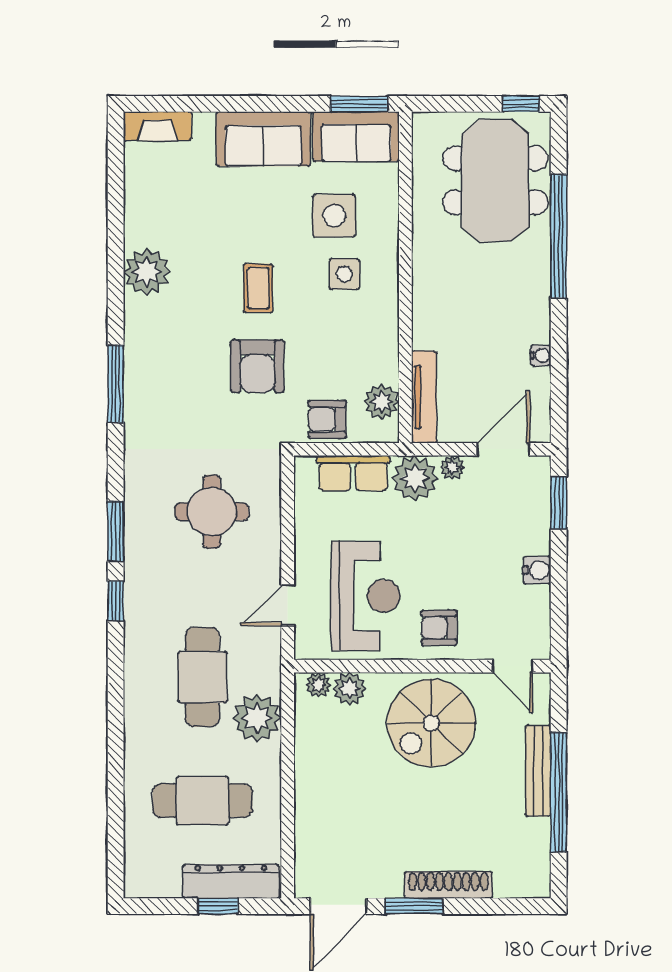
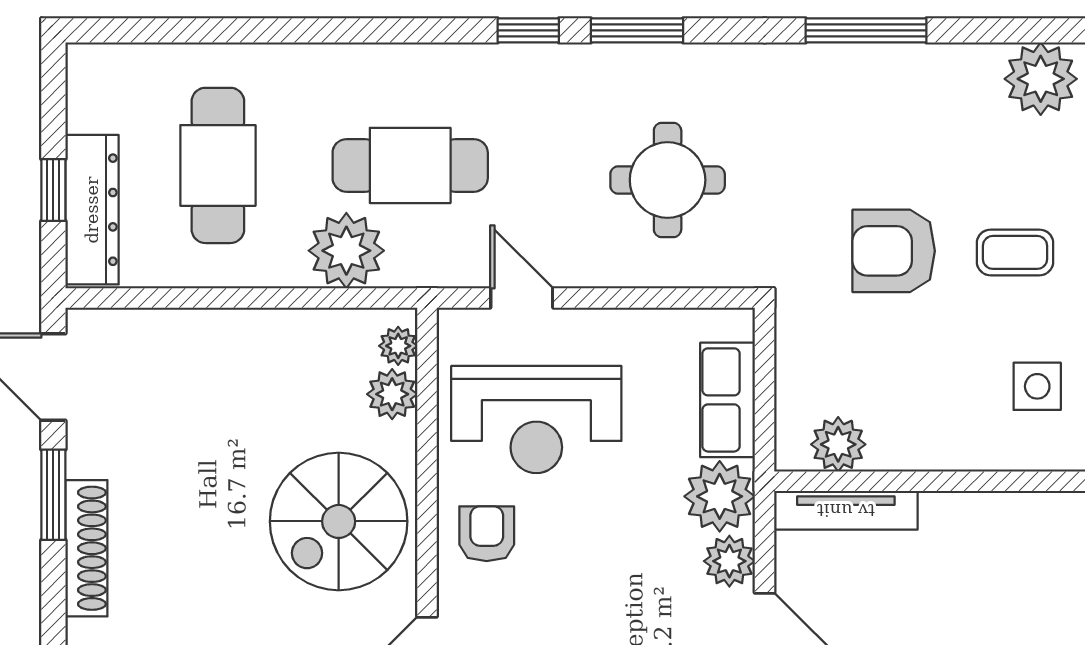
armchair: (327, 419) -> (811, 360), removed
plant: (452, 467) -> (729, 561), width x1.38, depth x1.38
spiral stairs: (431, 723) -> (339, 521), turned -90

